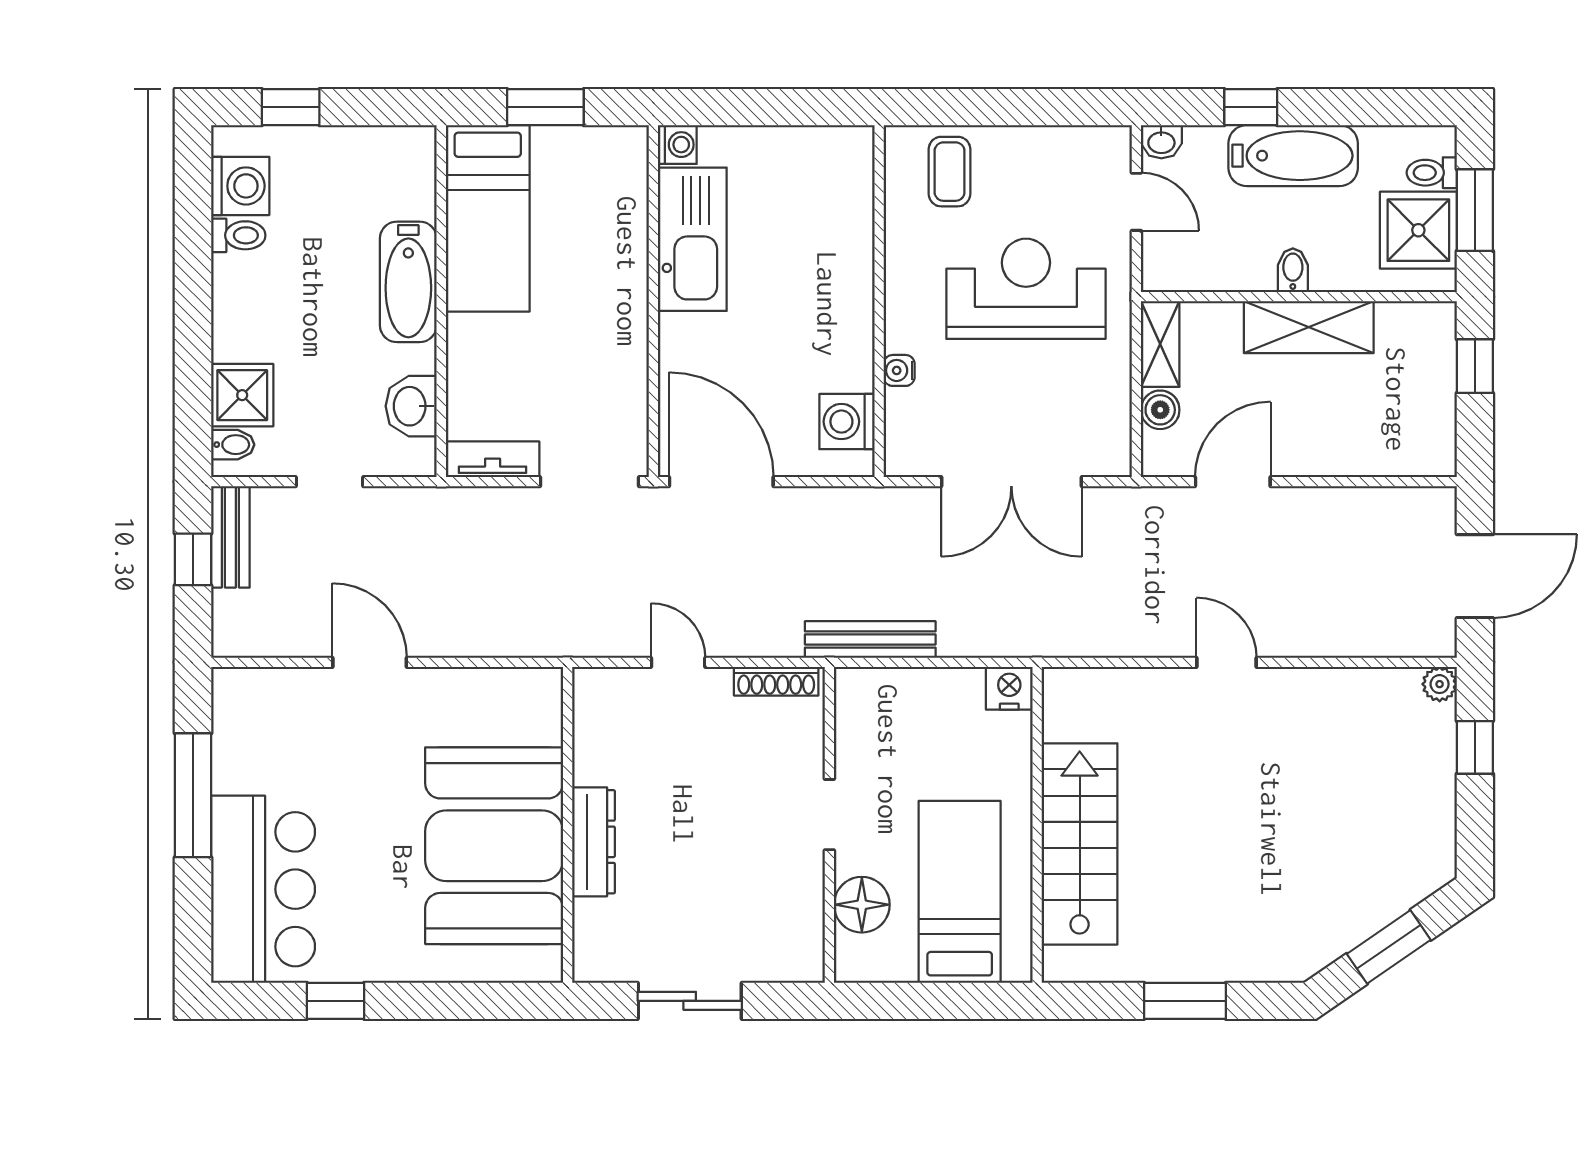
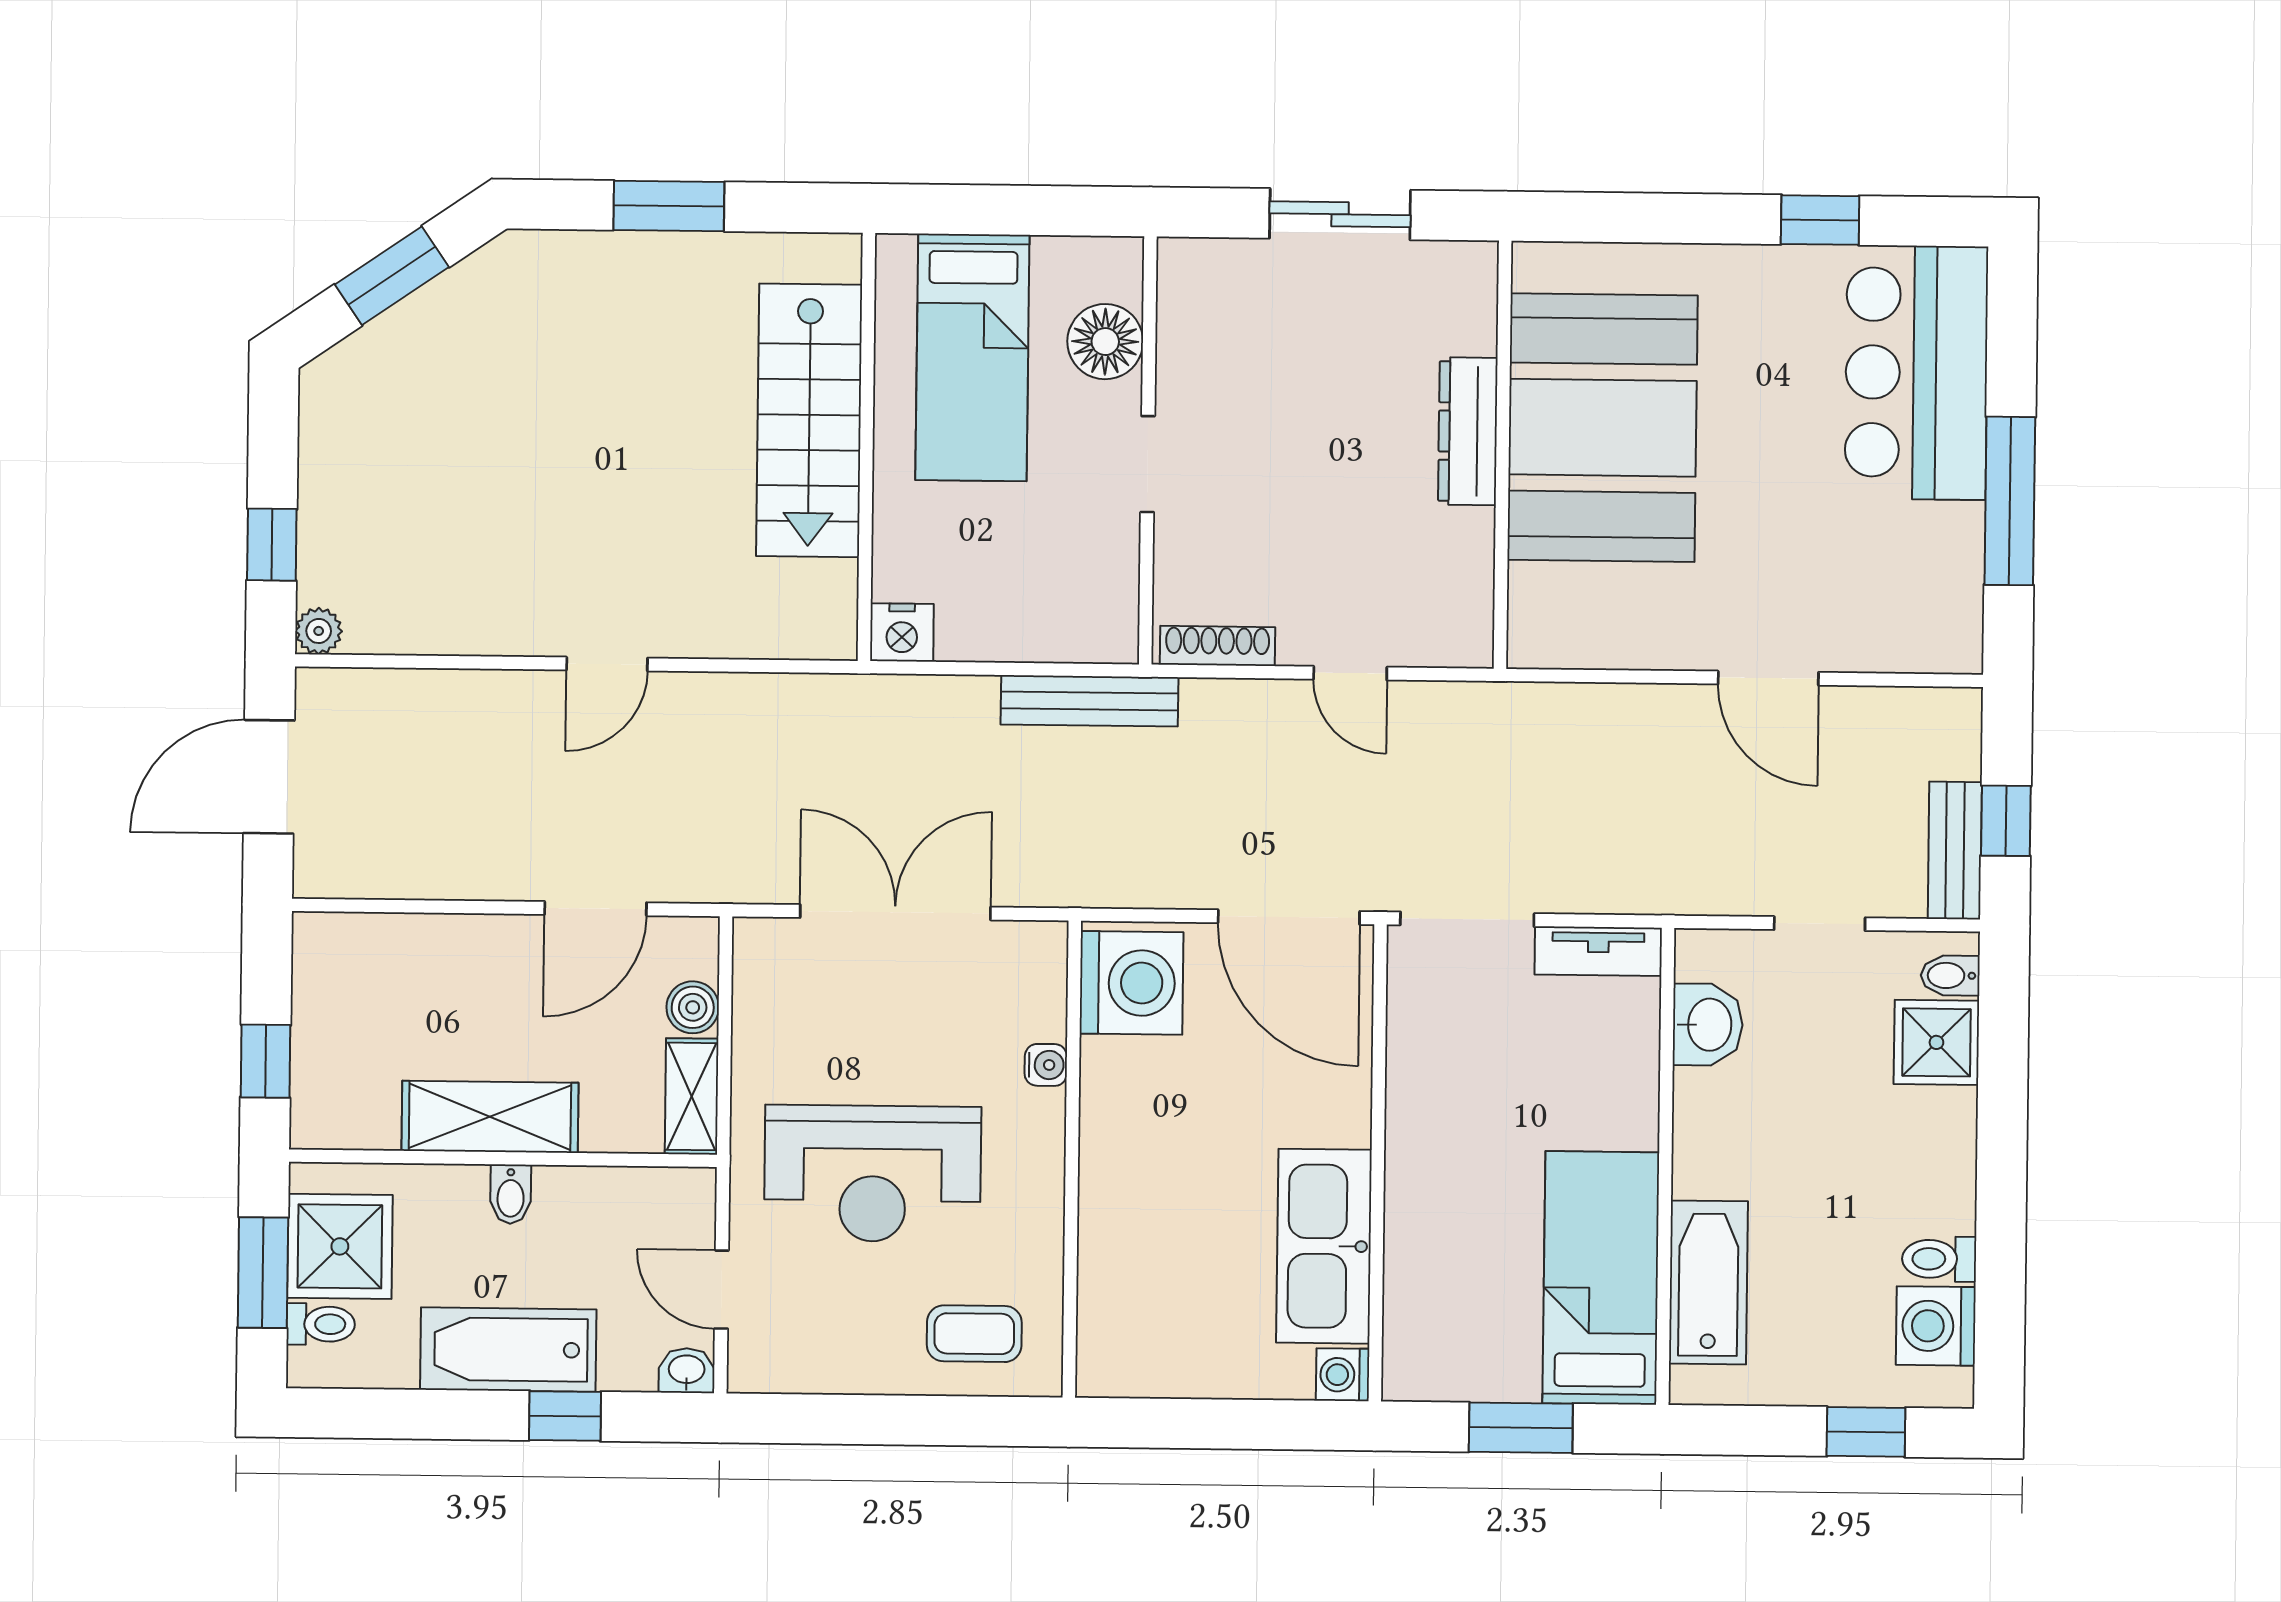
coffee table: (950, 172) -> (974, 1334), turned 90
bathtub: (408, 282) -> (1708, 1282), moved
washing machine: (847, 422) -> (1131, 983), width x1.37, depth x1.37
door: (1227, 662) -> (607, 664), hinge flipped

